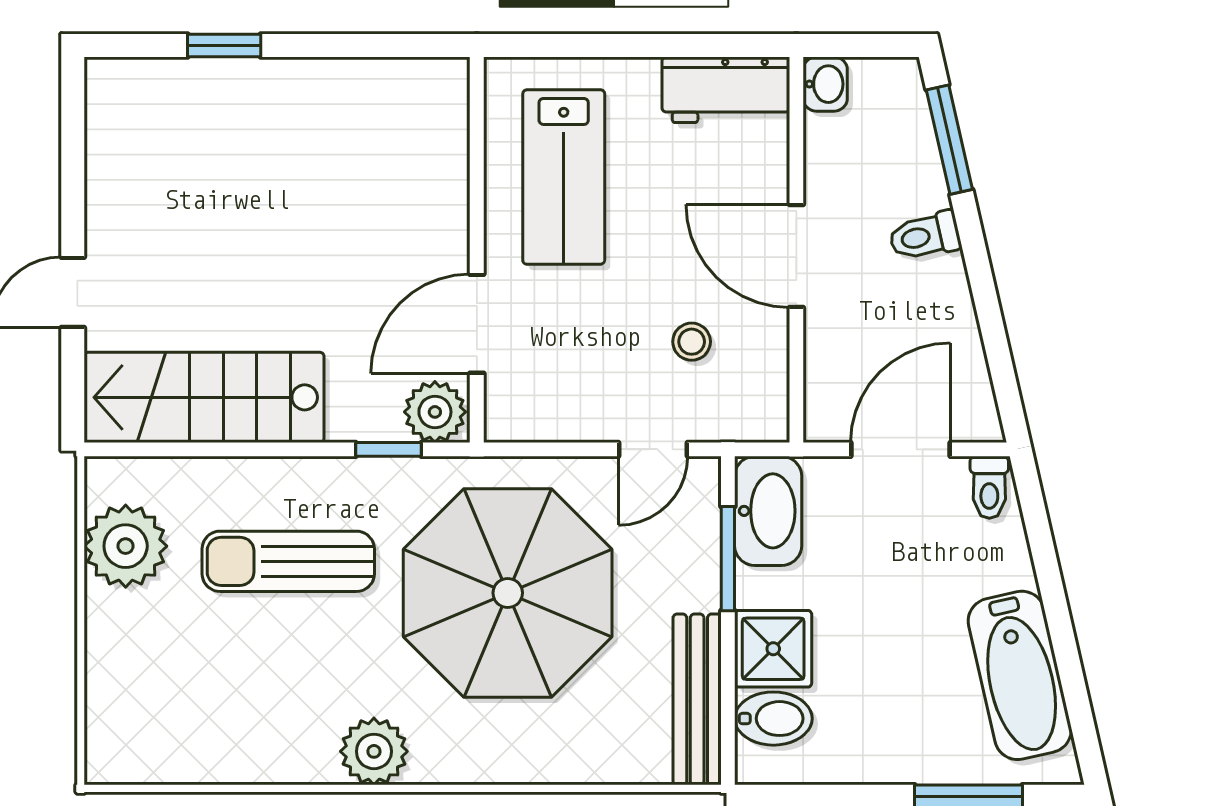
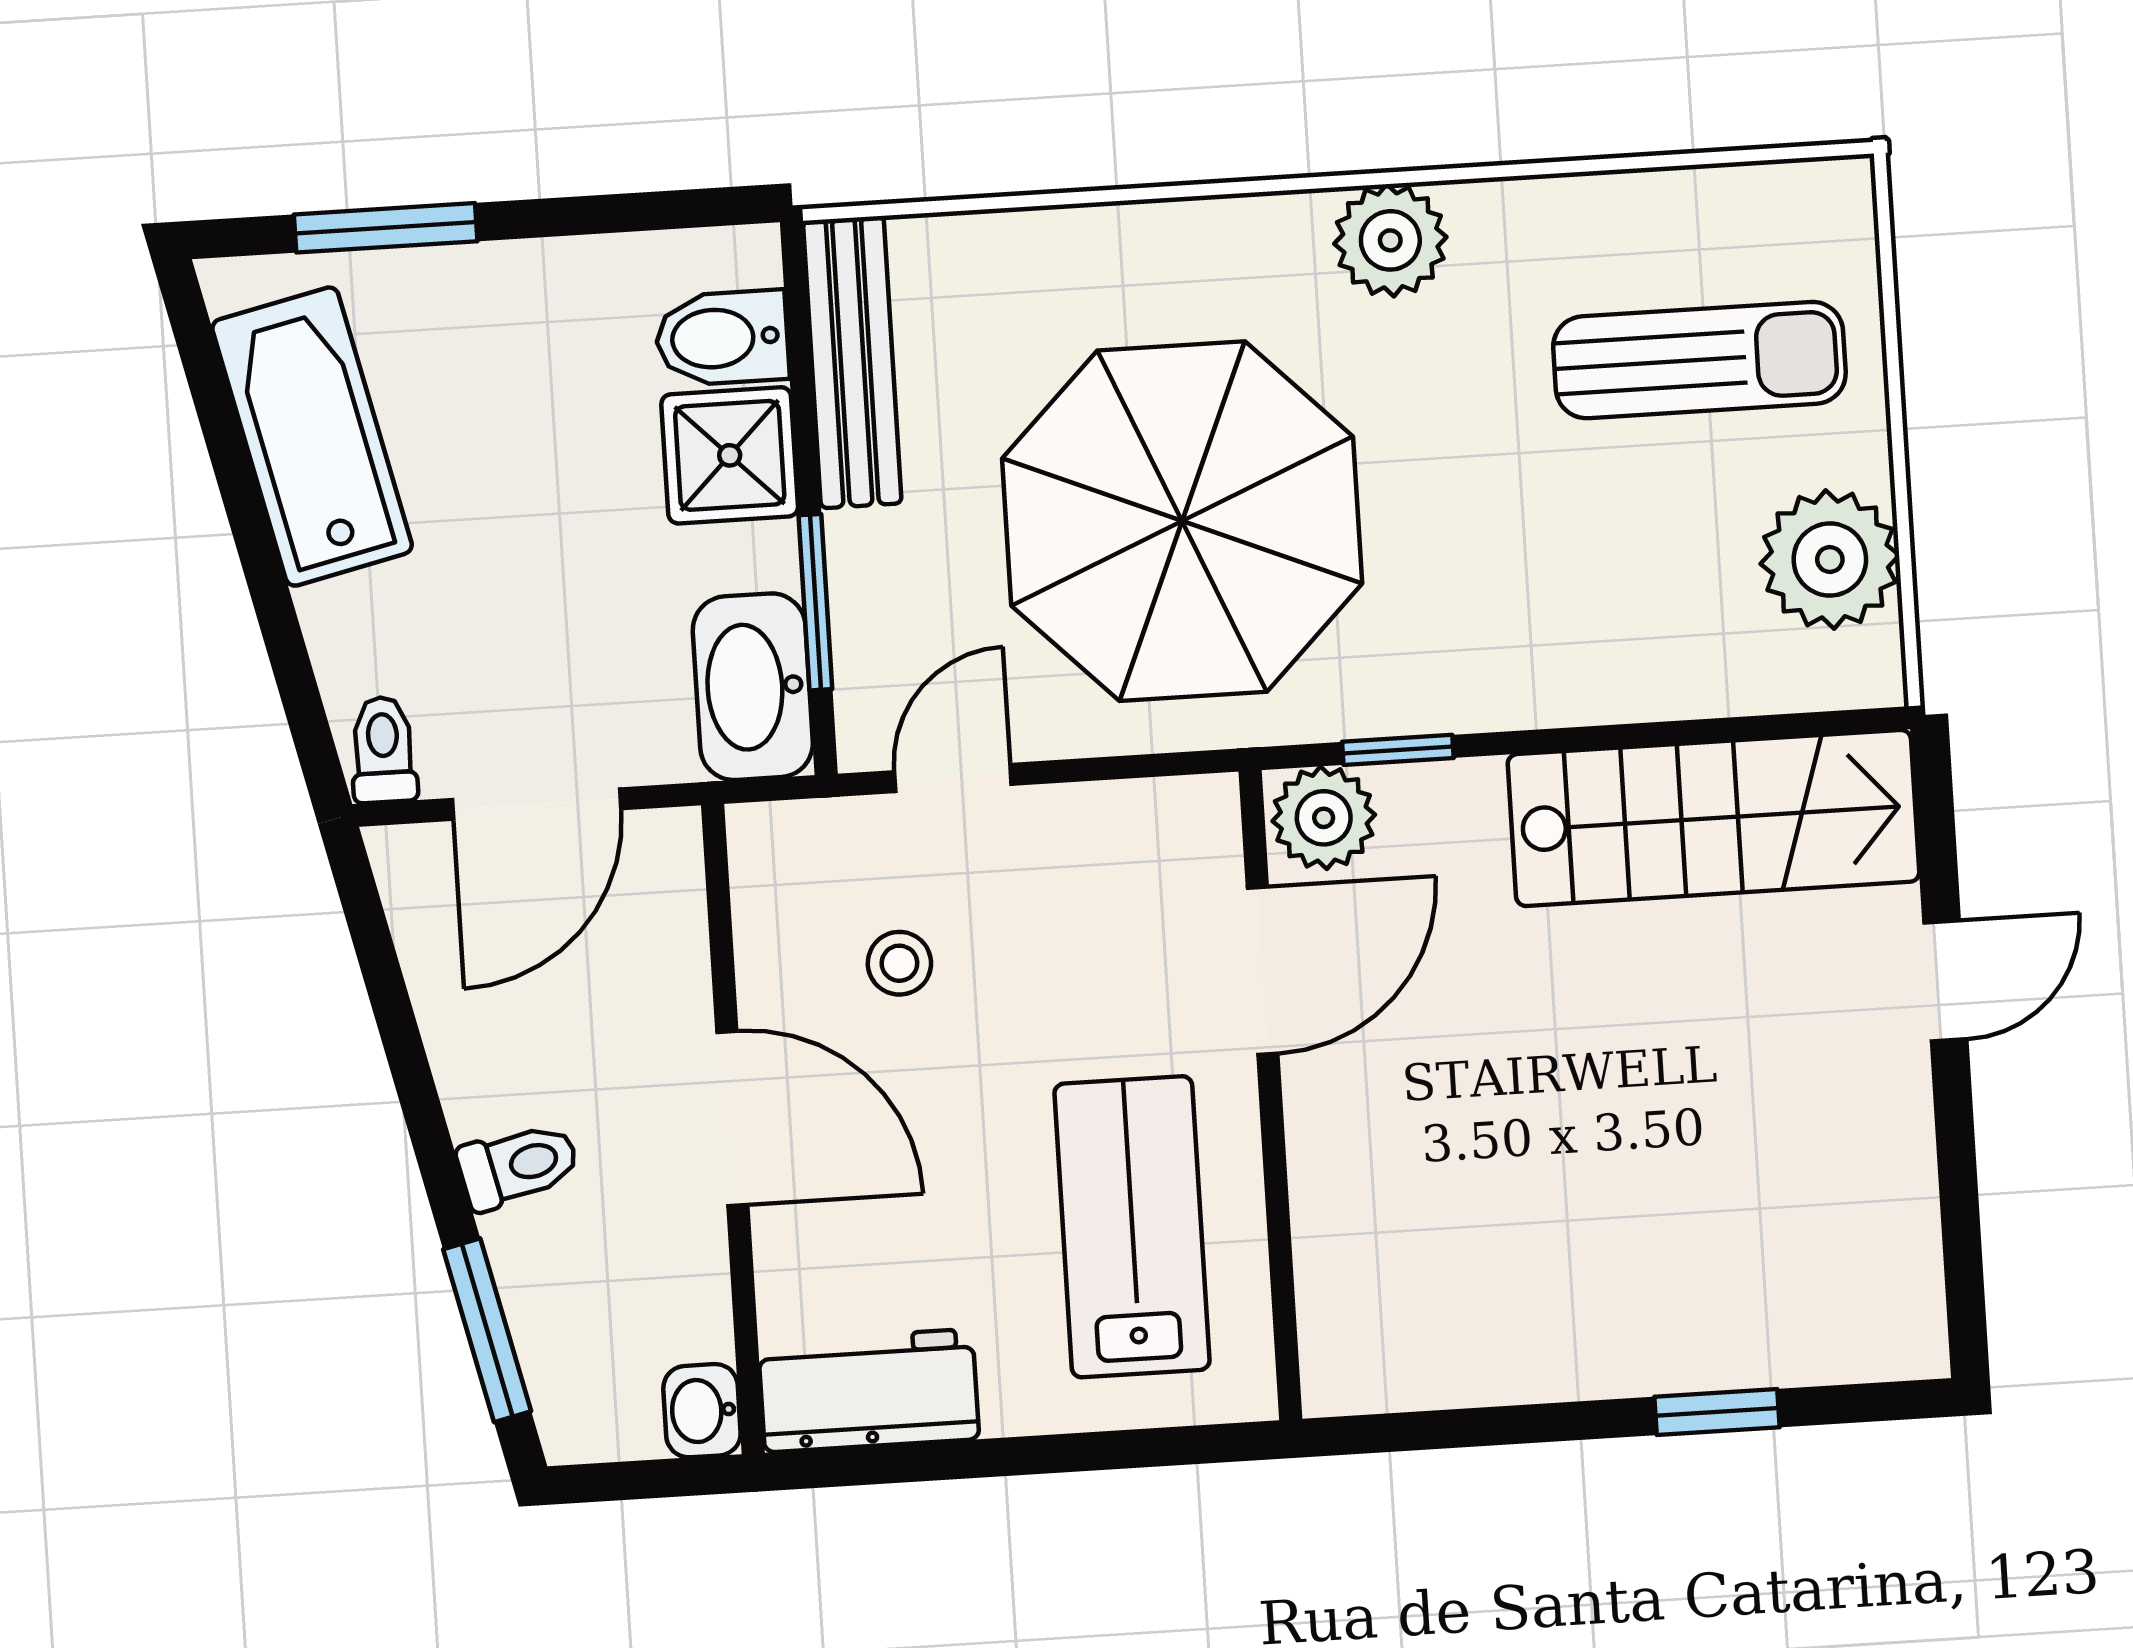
sun lounger: (288, 561) -> (1699, 360), moved

